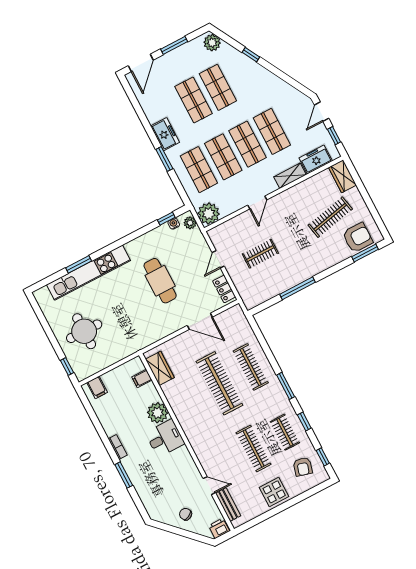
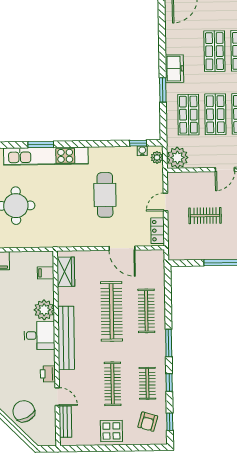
bench: (190, 428) -> (66, 338), added
chair: (186, 514) -> (24, 411), width x1.87, depth x1.87
printer: (219, 528) -> (48, 374), moved, turned -90

